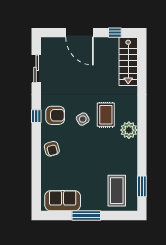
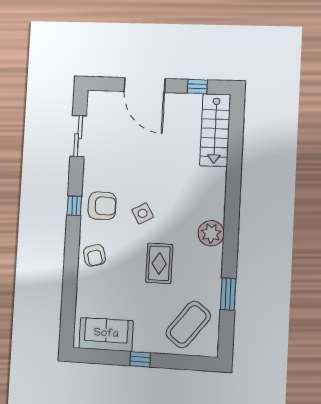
rug: (106, 115) -> (159, 263), moved
window: (142, 186) -> (228, 294), moved
coffee table: (117, 191) -> (188, 324), turned 38
window: (86, 215) -> (140, 359), width x0.46

